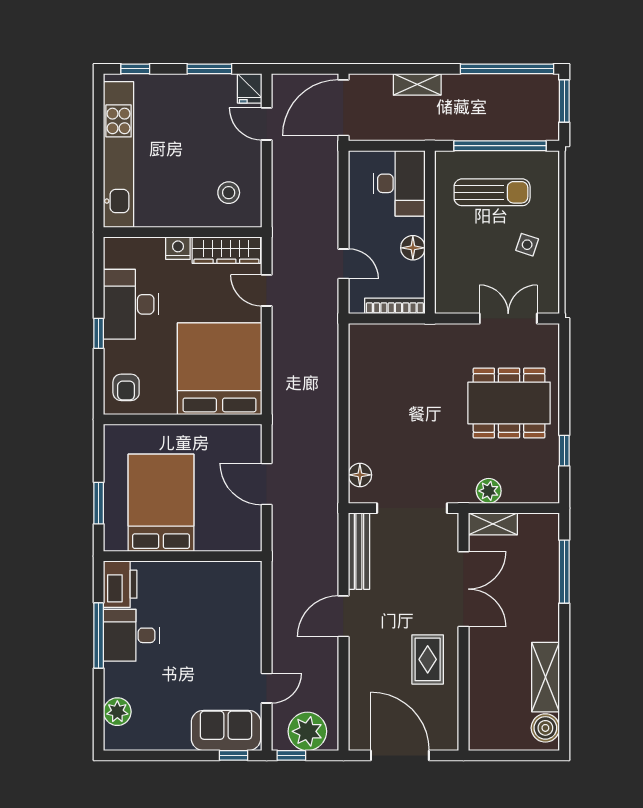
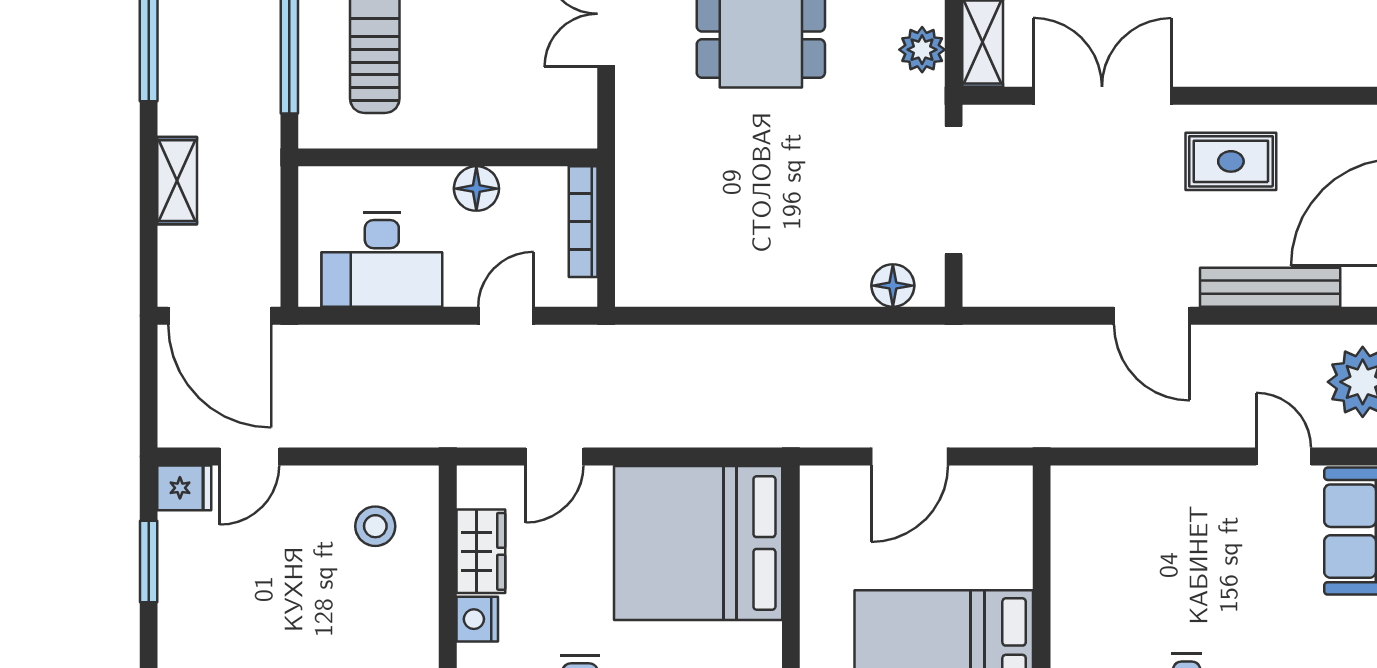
desk: (399, 183) -> (382, 260), moved, turned 180
wardrobe: (226, 250) -> (481, 551), width x0.67
bench: (359, 551) -> (1270, 287), moved

